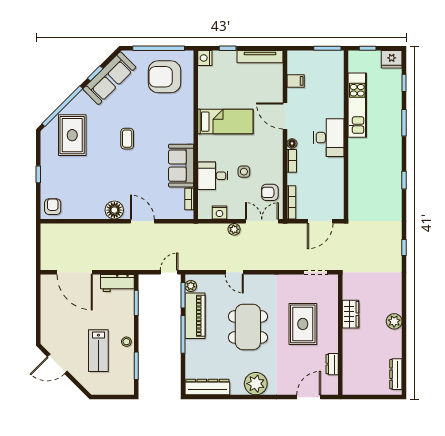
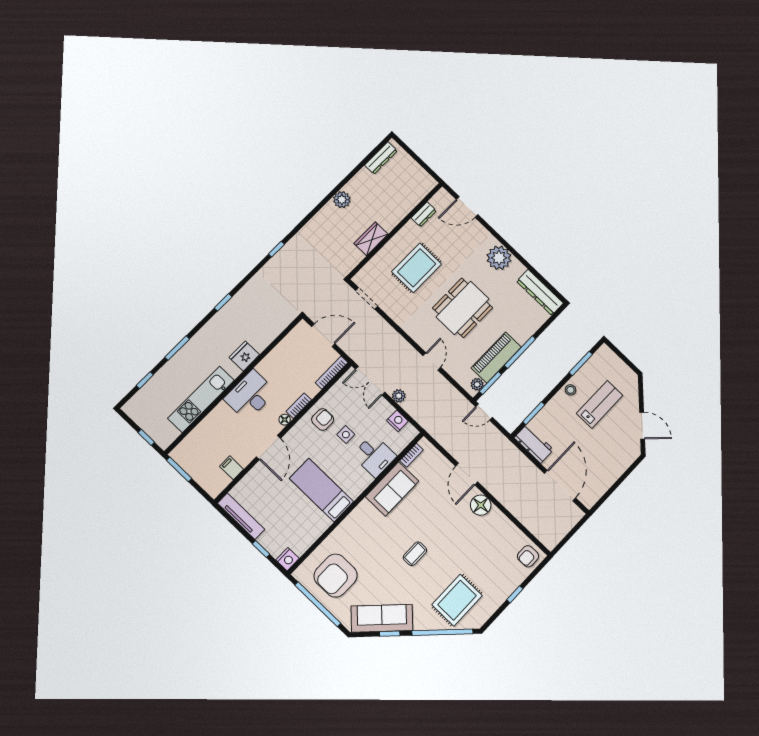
fridge: (392, 59) -> (244, 356), moved, turned -90
armchair: (165, 77) -> (336, 576), turned 90
armchair: (270, 192) -> (323, 420), moved, turned -90

